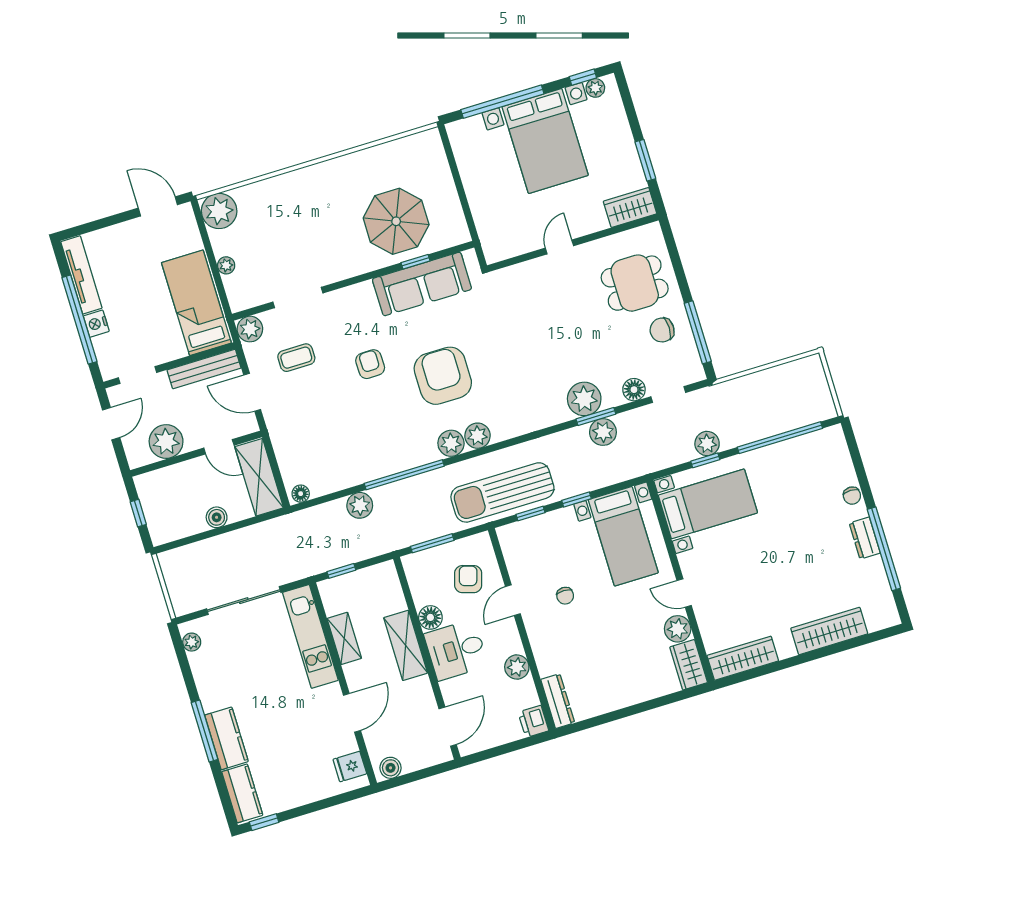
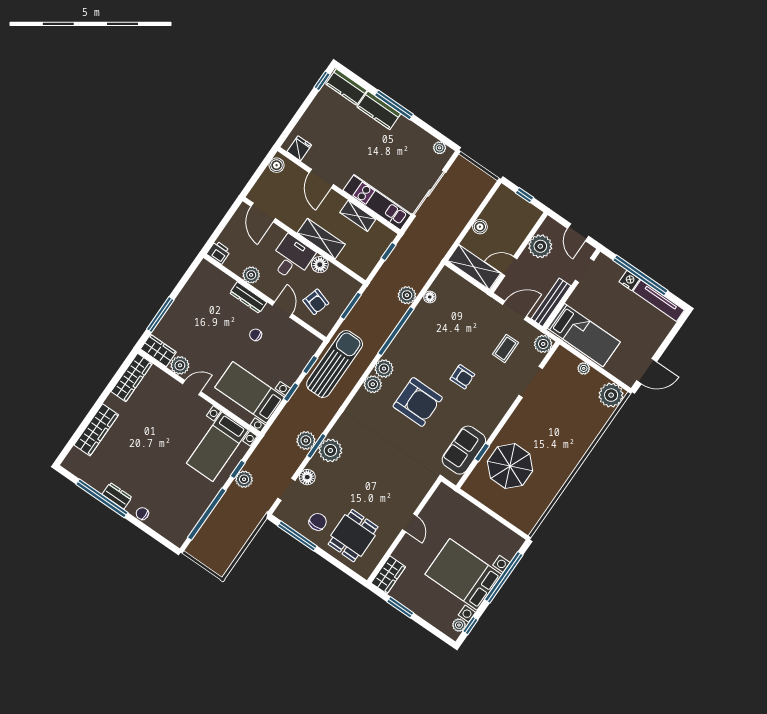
sofa: (422, 284) -> (464, 450), width x0.73
floor lamp: (301, 494) -> (430, 297), moved
dresser: (558, 701) -> (248, 298), moved
window: (654, 703) -> (160, 315), added

